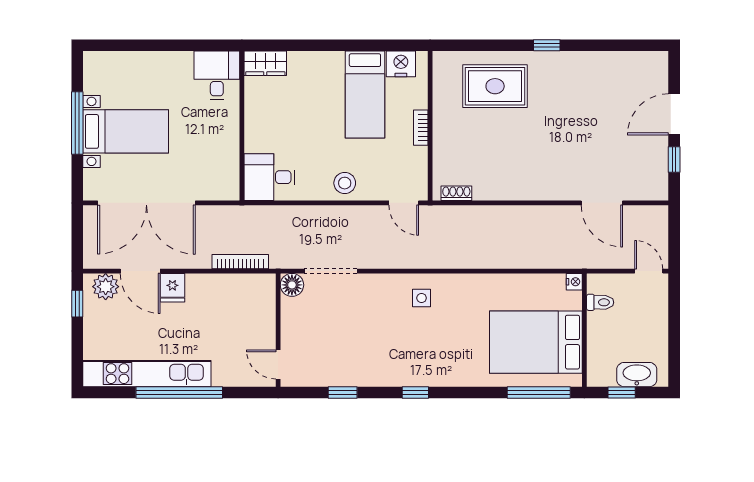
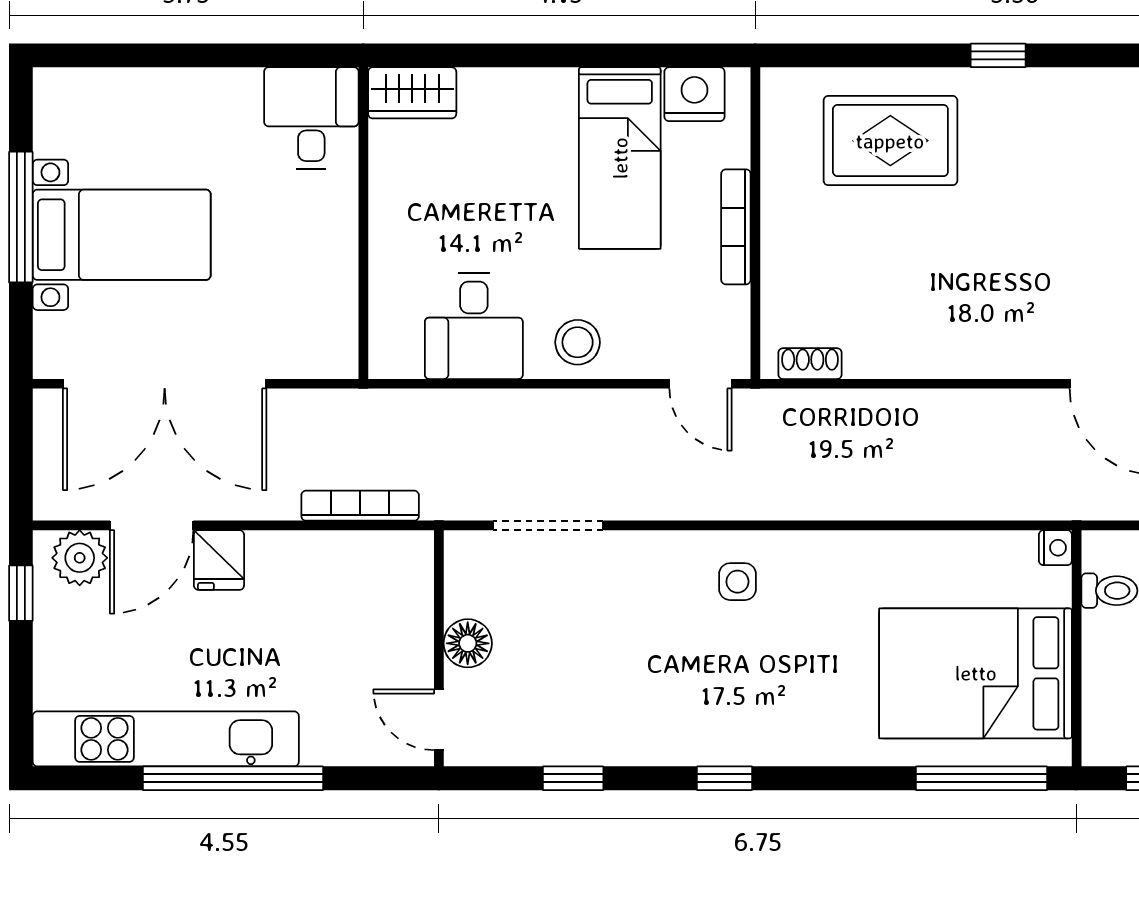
bookcase: (421, 128) -> (736, 227), width x1.56
desk: (269, 177) -> (474, 326), moved, turned -90
door: (140, 271) -> (152, 525), hinge flipped
floor lamp: (292, 285) -> (468, 643), moved

